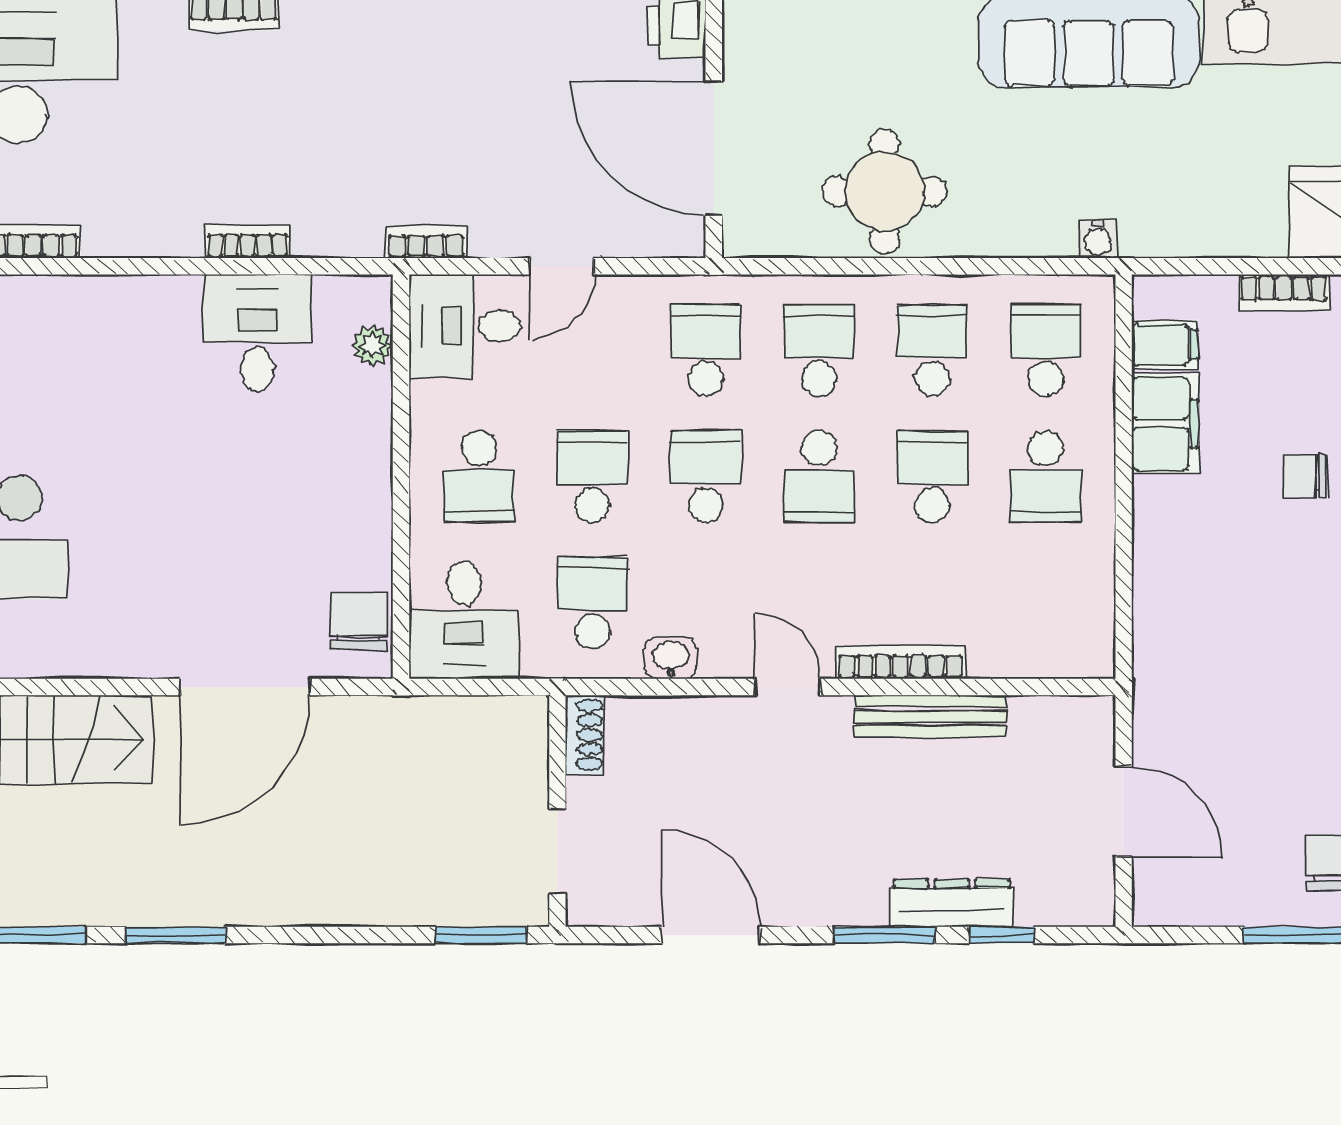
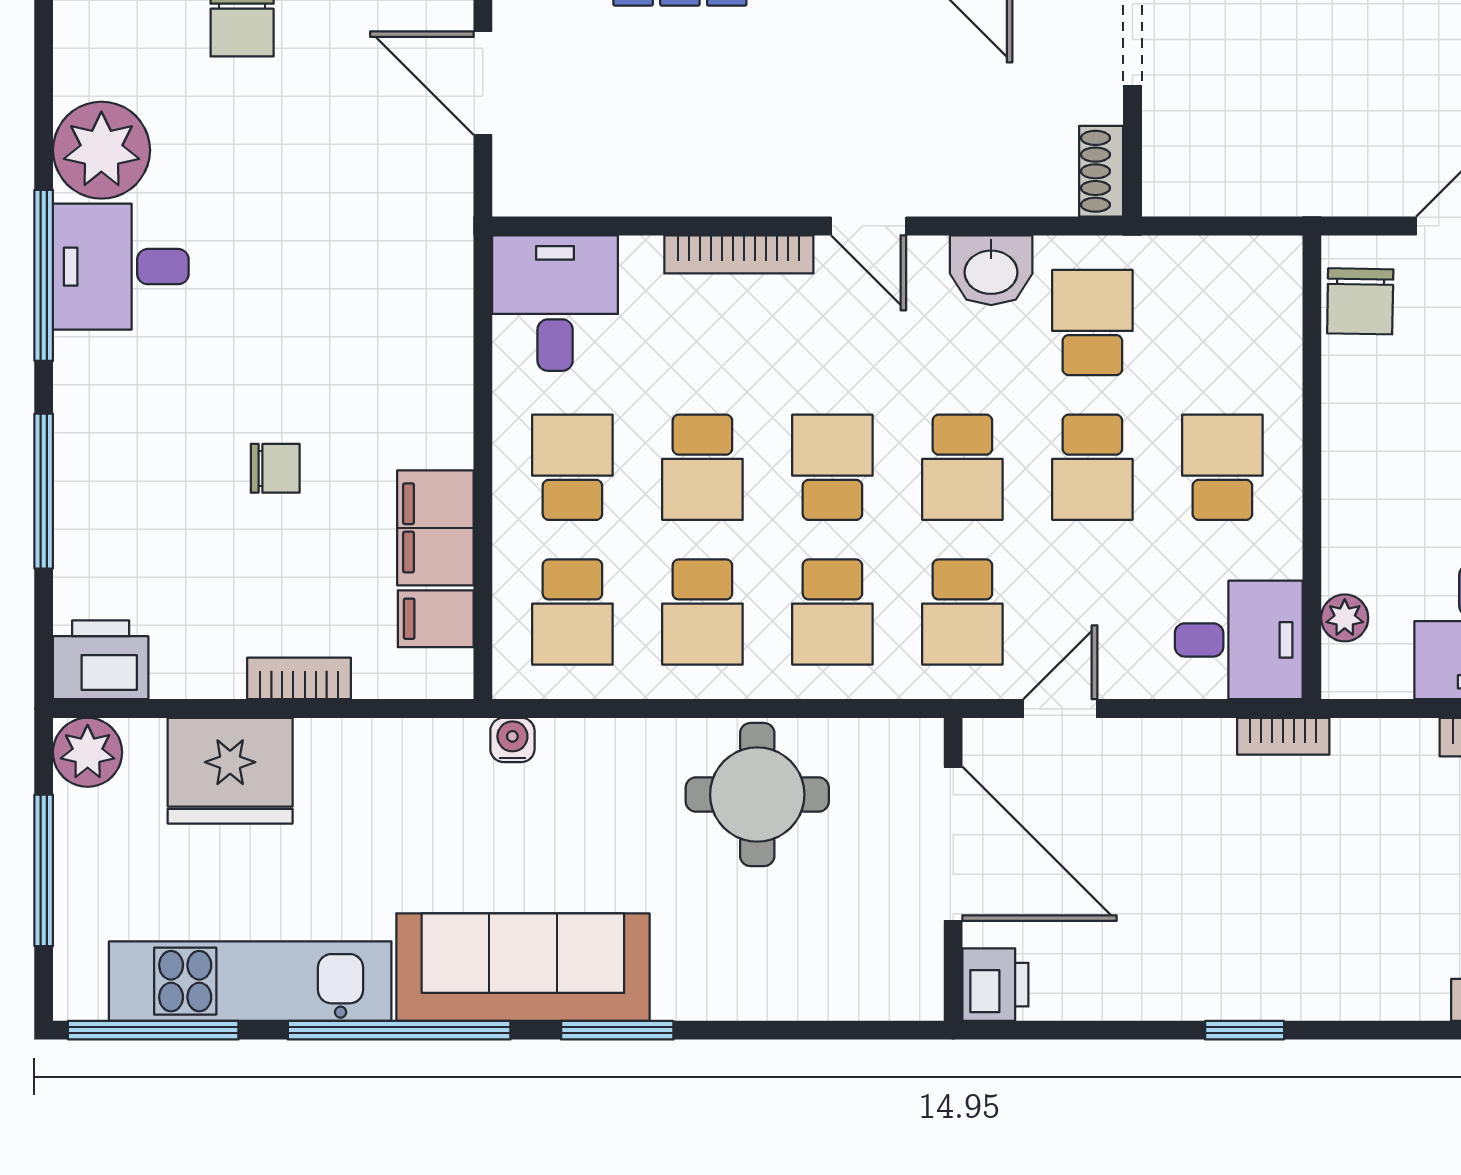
door: (562, 266) -> (1060, 709), moved
school desk: (592, 603) -> (1092, 322), turned 180
desk: (464, 620) -> (555, 303), moved
washbasin: (671, 658) -> (991, 270), width x1.38, depth x1.45
bench: (930, 716) -> (705, 192), removed

